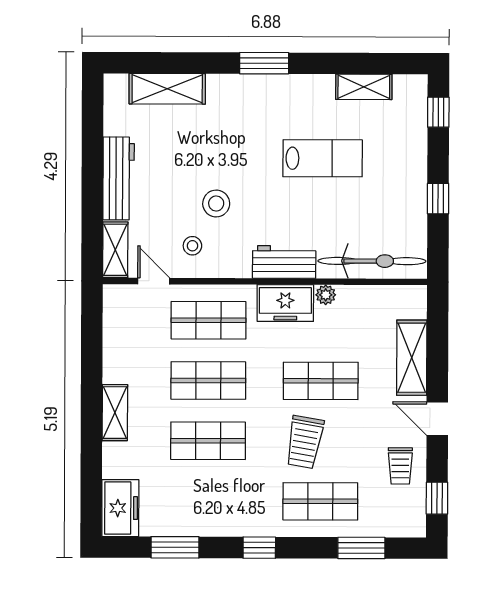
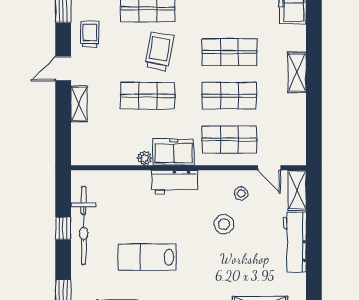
bicycle: (372, 261) -> (84, 226), moved, turned -90
shelving: (412, 358) -> (79, 104), width x0.67, depth x0.75
door: (437, 419) -> (63, 69), swing flipped

